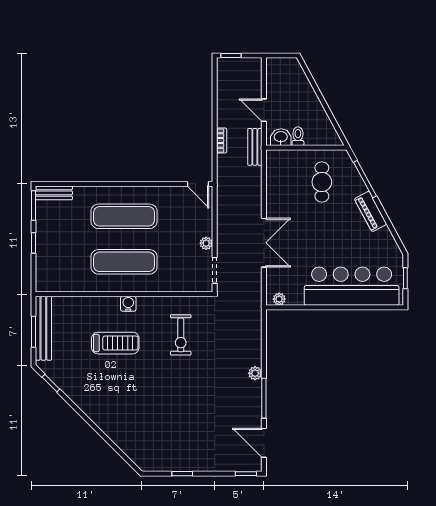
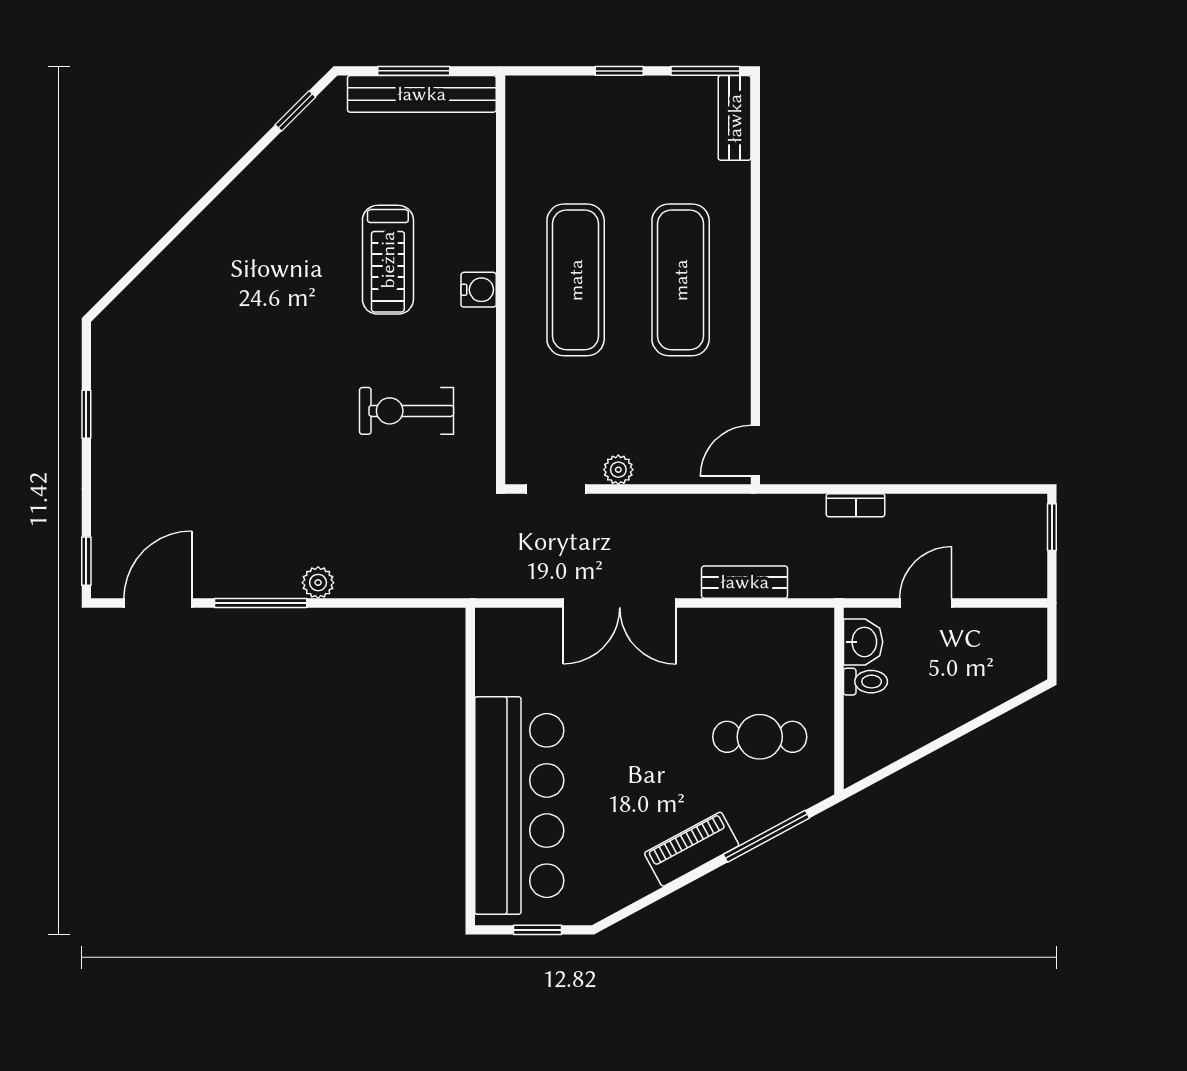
bench: (255, 147) -> (745, 582), moved
plant: (279, 299) -> (489, 638), removed

